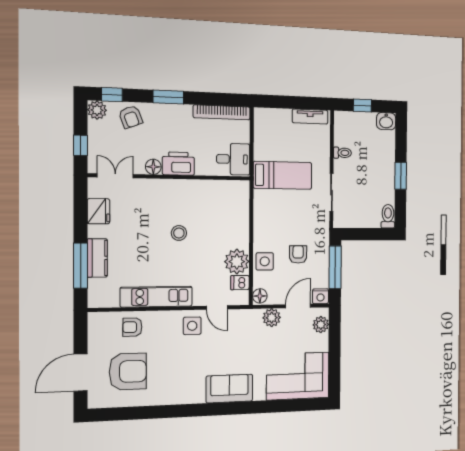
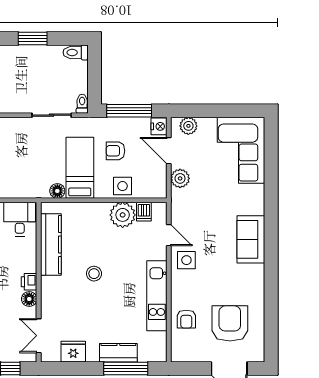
toilet: (342, 153) -> (82, 104), moved
printer: (178, 164) -> (29, 282), width x0.53, depth x0.68
bed: (283, 175) -> (80, 168), moved
kitchen counter: (208, 190) -> (51, 245), added
floor lamp: (260, 296) -> (57, 191), moved
door: (217, 308) -> (169, 235), hinge flipped
sofa: (229, 389) -> (251, 239), moved

